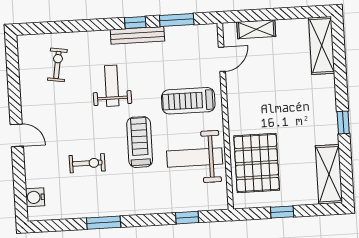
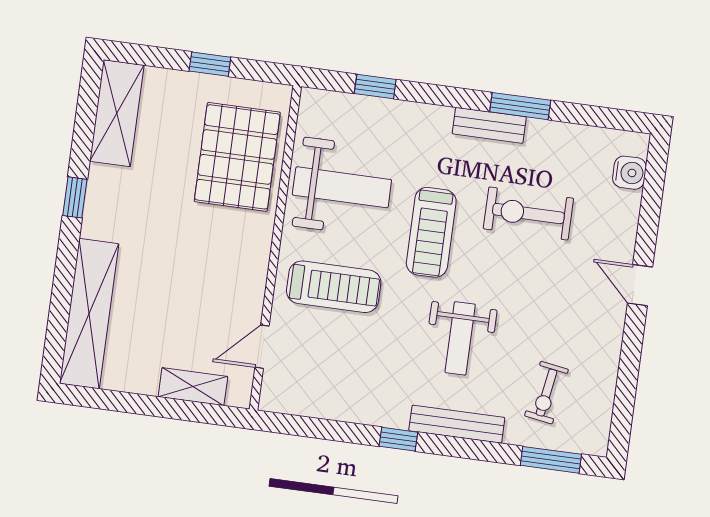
window: (177, 20) -> (551, 460), moved
bench: (137, 35) -> (457, 424), moved
shelving: (322, 46) -> (89, 314), width x1.47
exercise bike: (87, 163) -> (528, 214), width x1.38, depth x1.39
bench: (119, 208) -> (489, 125), added

